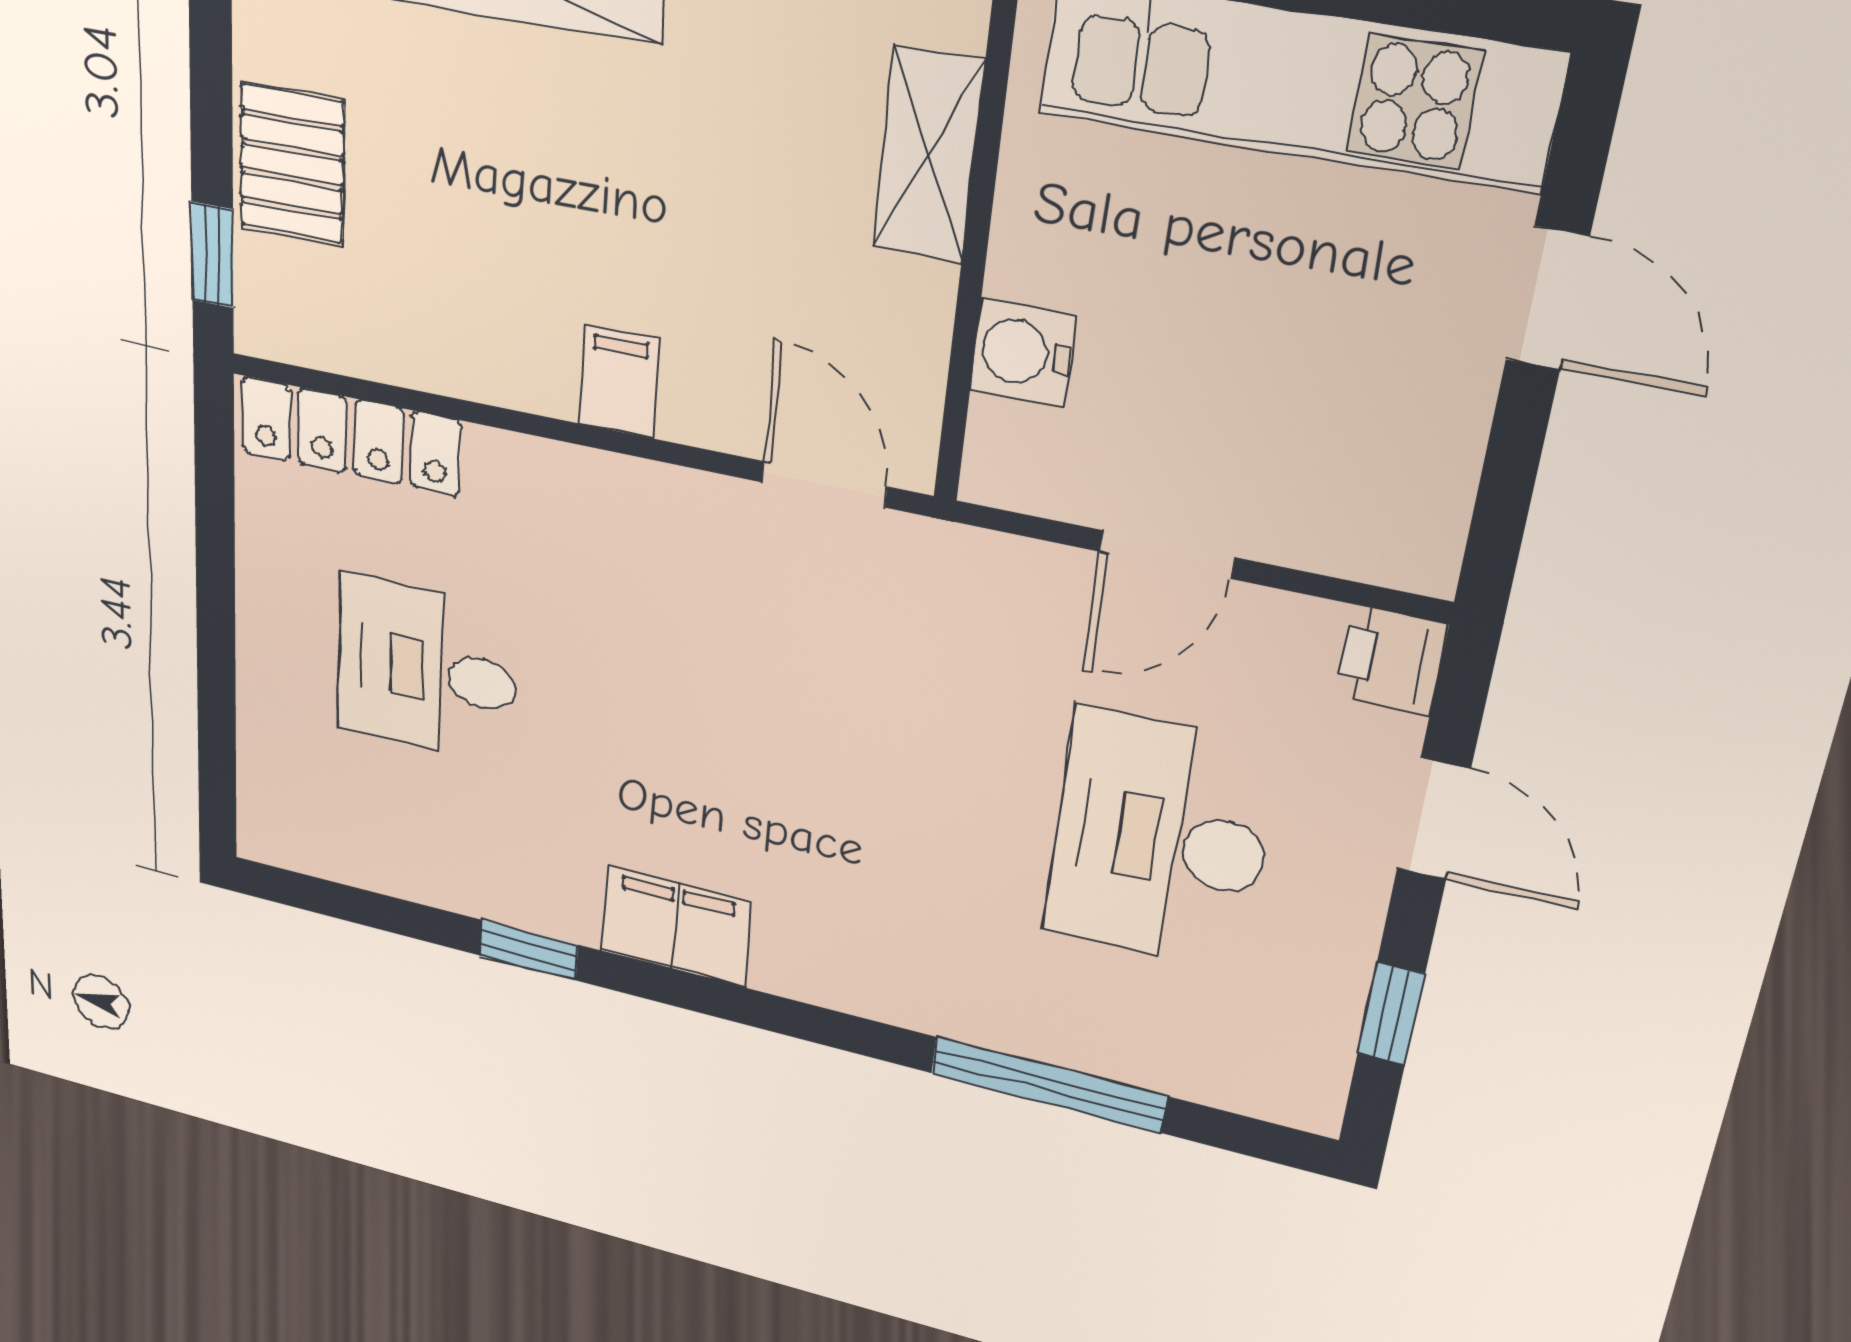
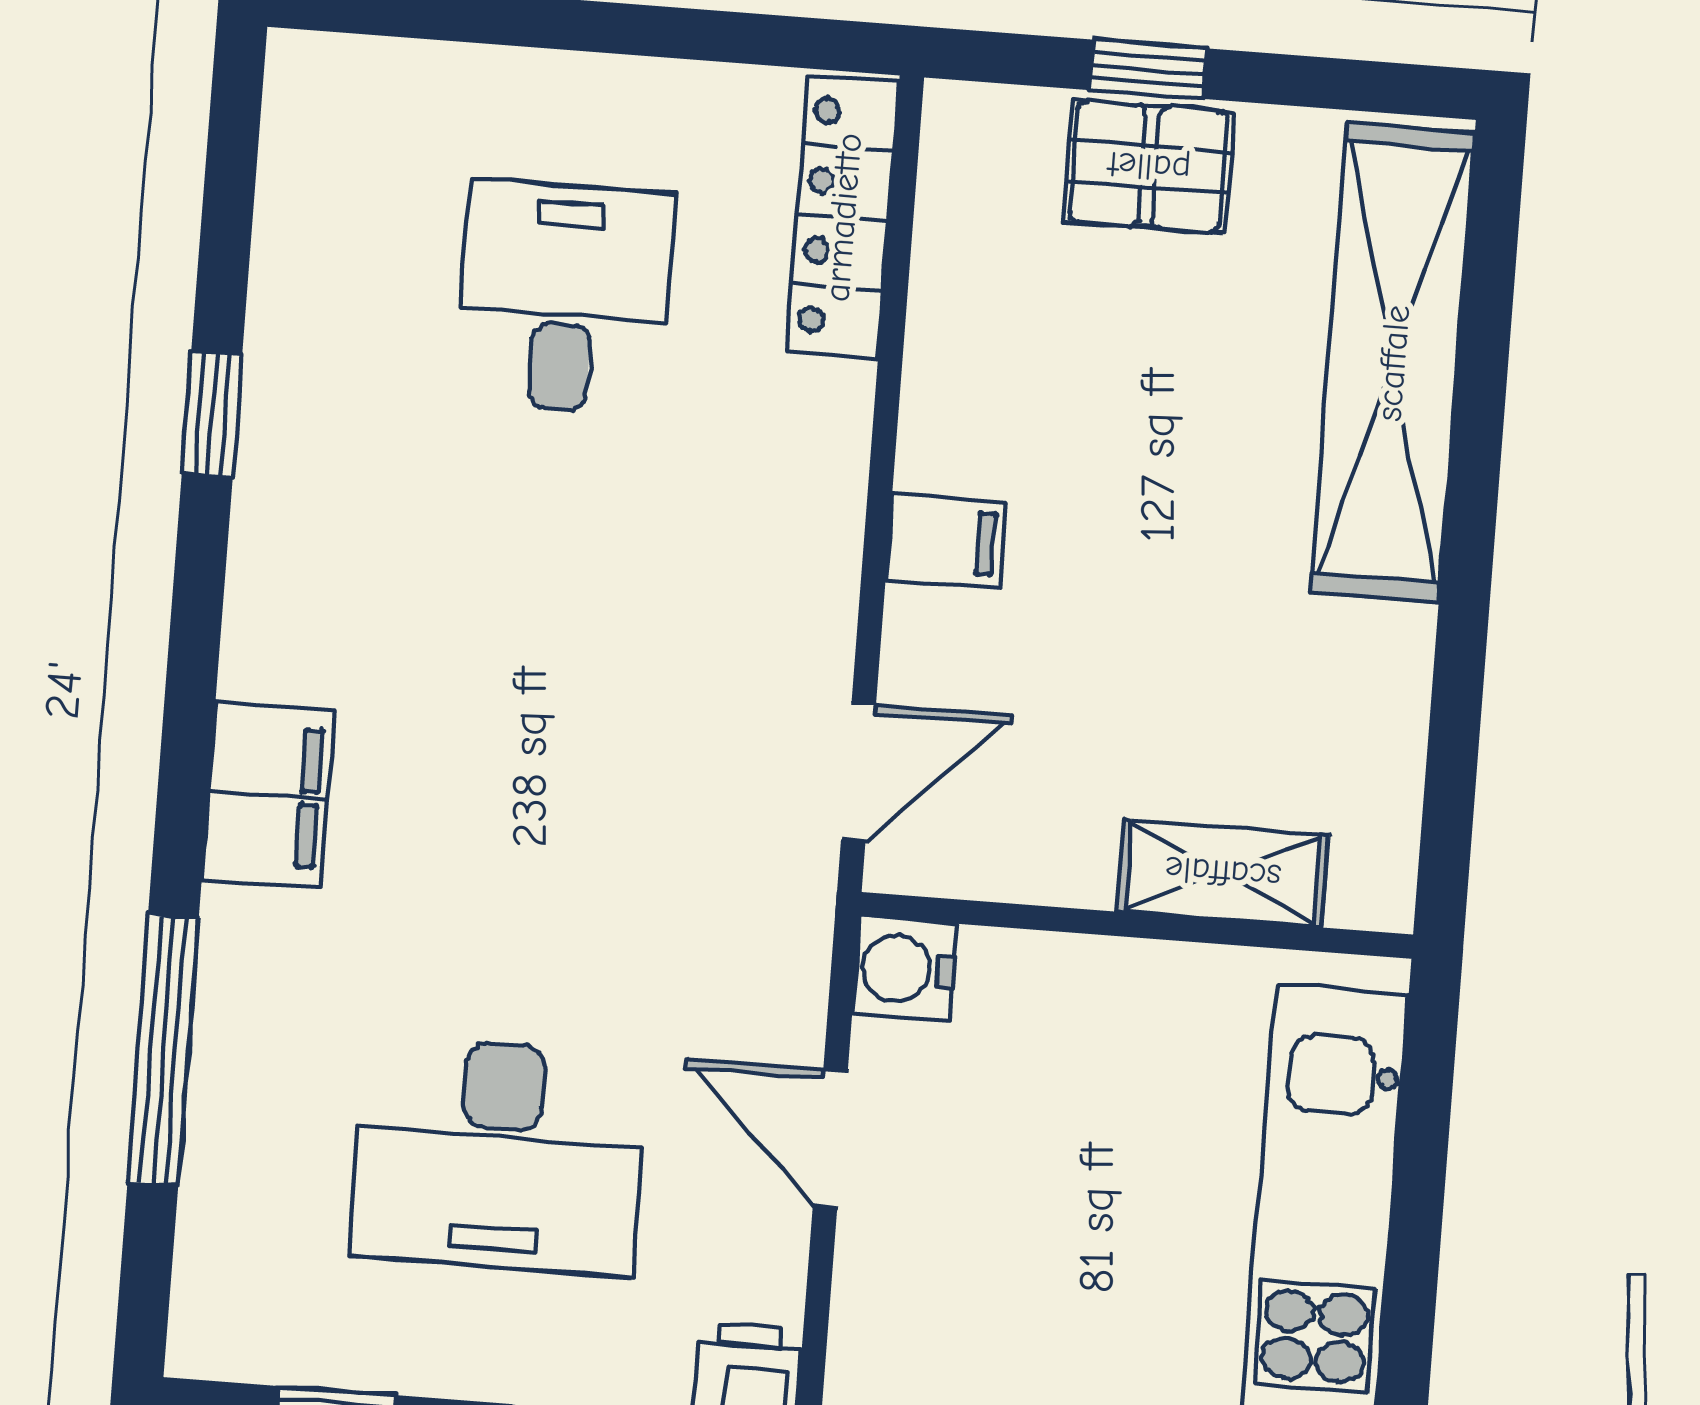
window: (213, 255) -> (1148, 69), moved
water cooler: (1022, 353) -> (904, 969), moved, turned -90
desk: (1160, 841) -> (499, 1155), turned 180
filing cabinet: (676, 926) -> (268, 795), moved

